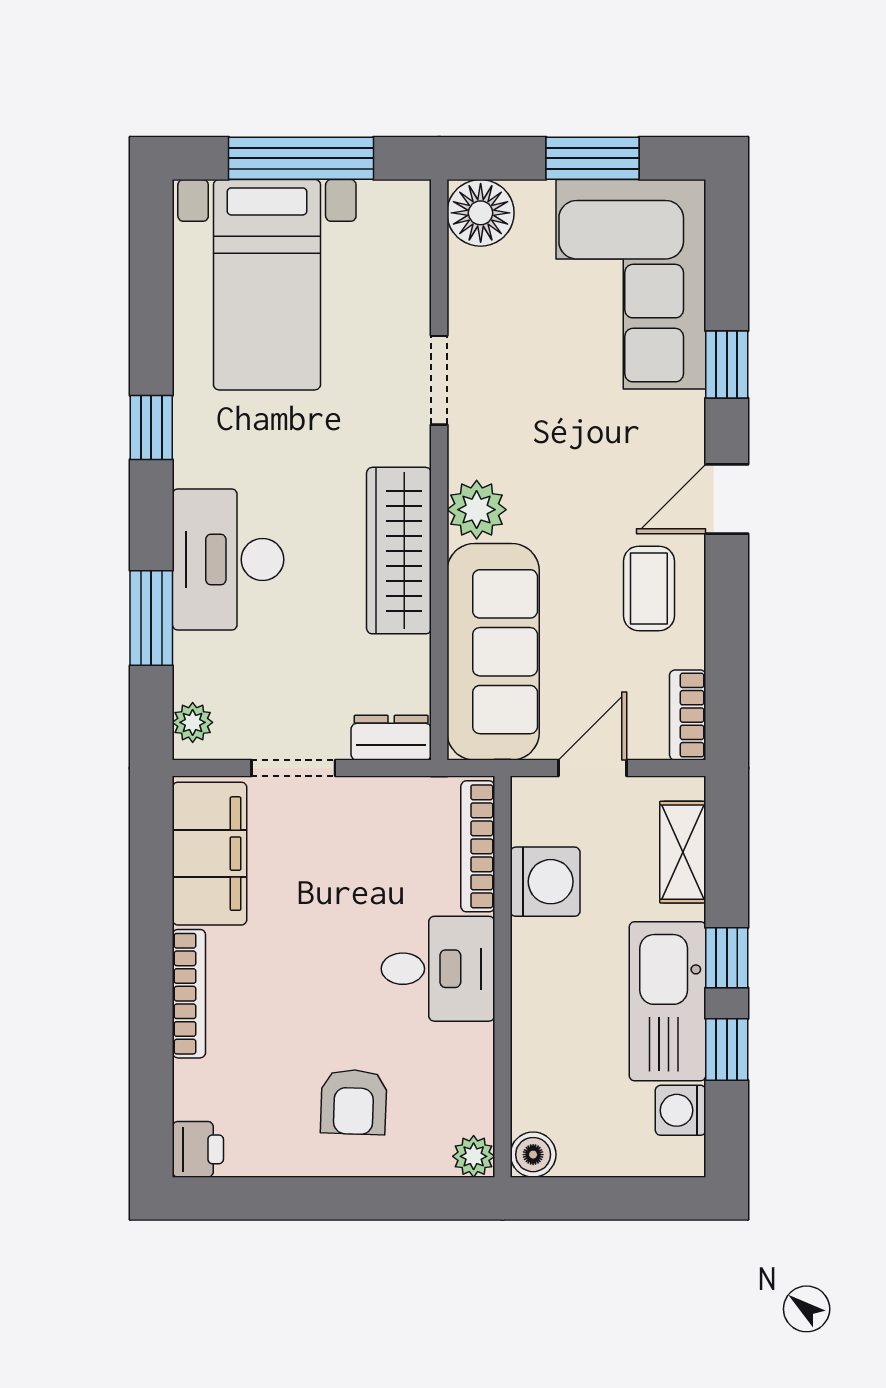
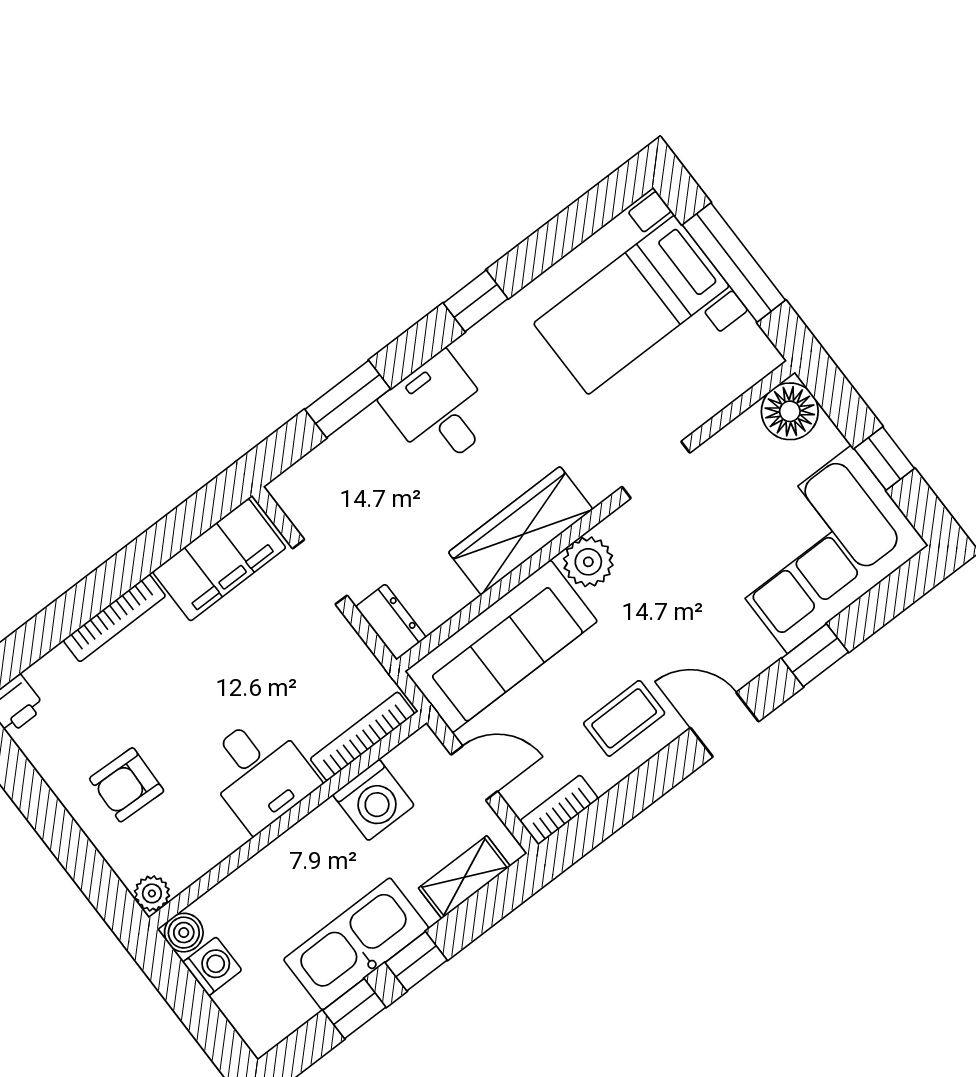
window: (593, 158) -> (884, 459), width x0.67
desk: (228, 560) -> (439, 411), width x0.73
plant: (193, 722) -> (299, 481), removed
washing machine: (681, 1110) -> (212, 966), moved, turned 90

